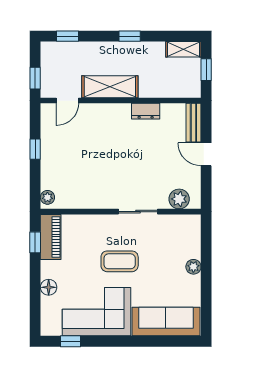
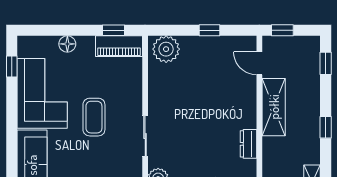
plant: (47, 197) -> (166, 49), width x1.88, depth x1.88

